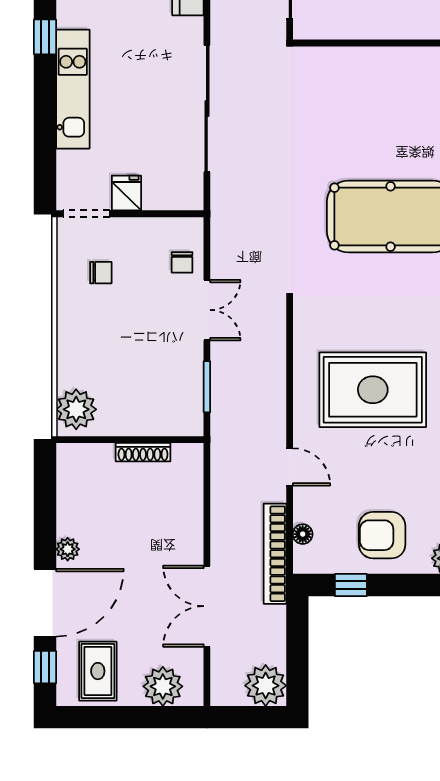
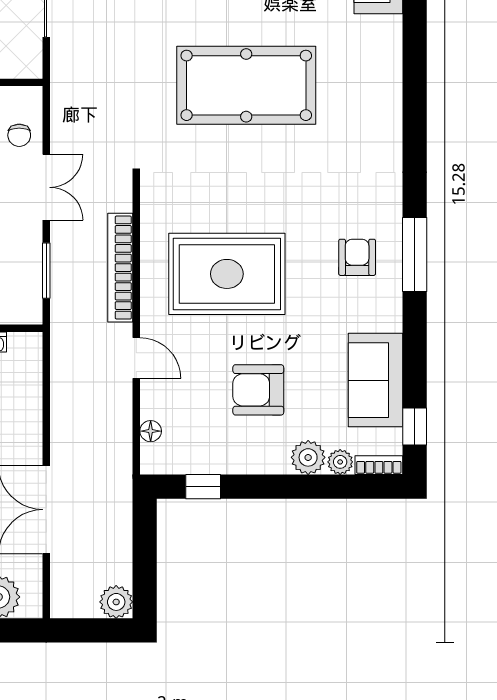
armchair: (382, 535) -> (258, 390), moved
bookcase: (275, 554) -> (120, 268), moved
plant: (266, 686) -> (116, 602), width x0.73, depth x0.73

